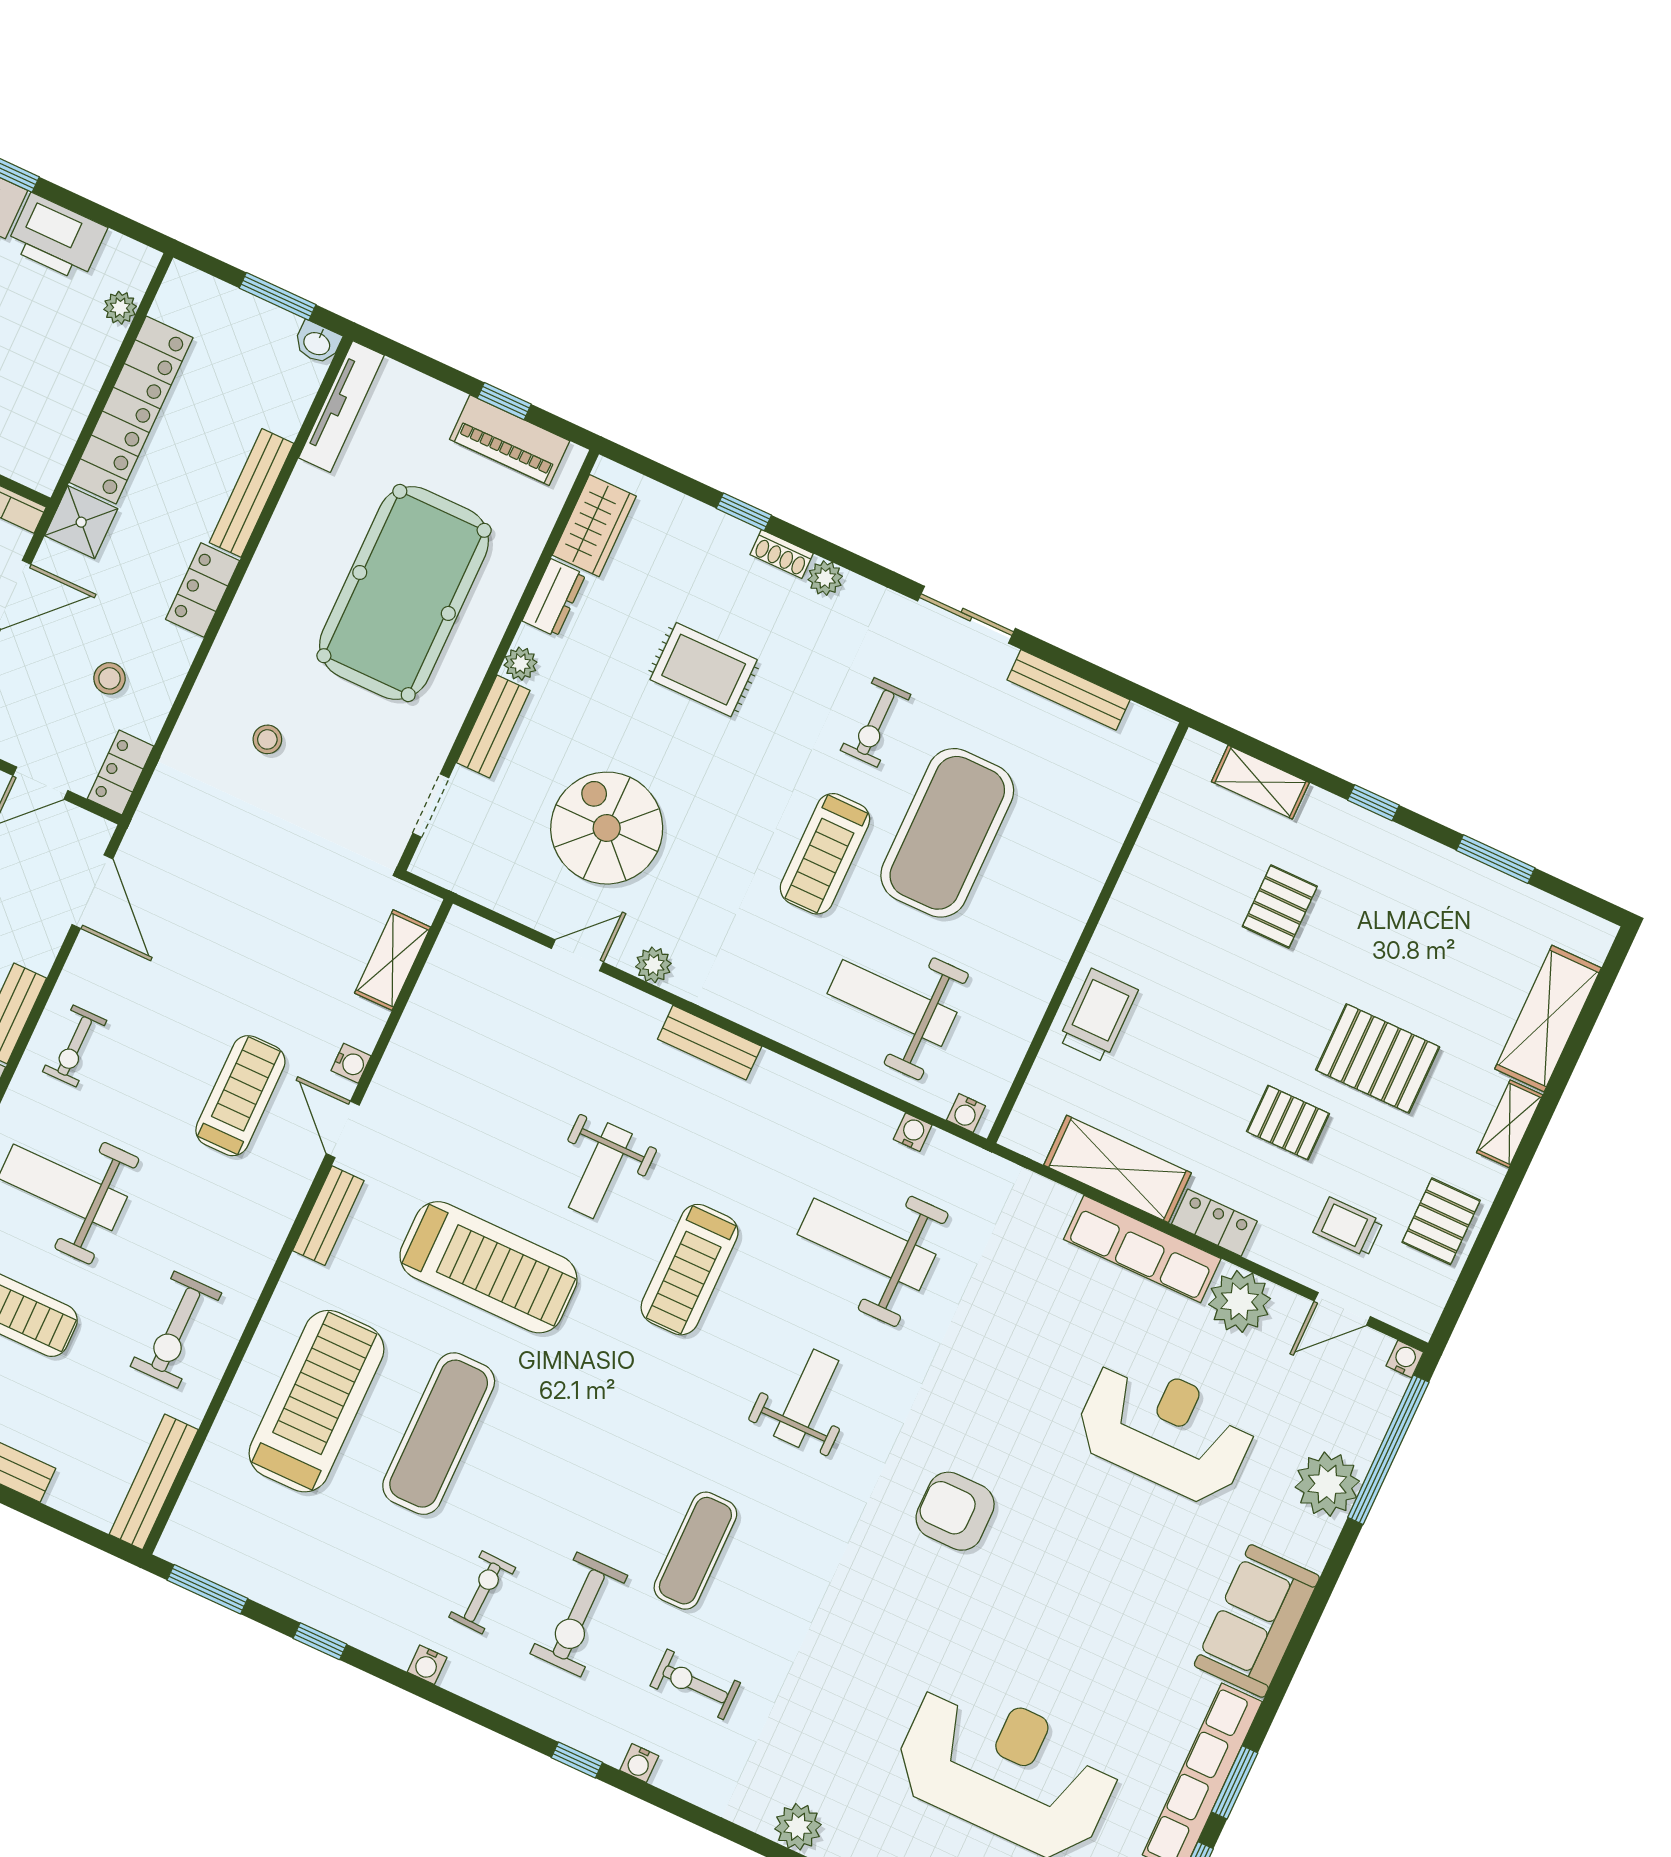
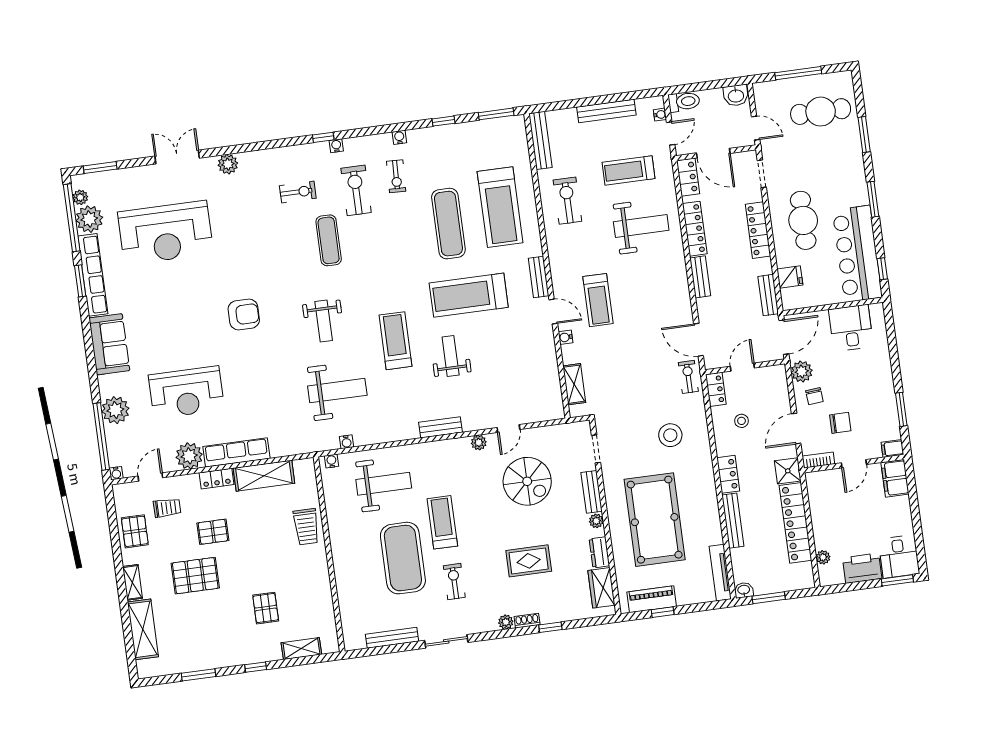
stool: (267, 739) -> (670, 435), width x1.89, depth x1.89
exercise bike: (75, 1046) -> (688, 377), moved
water cooler: (639, 1763) -> (336, 146), moved

